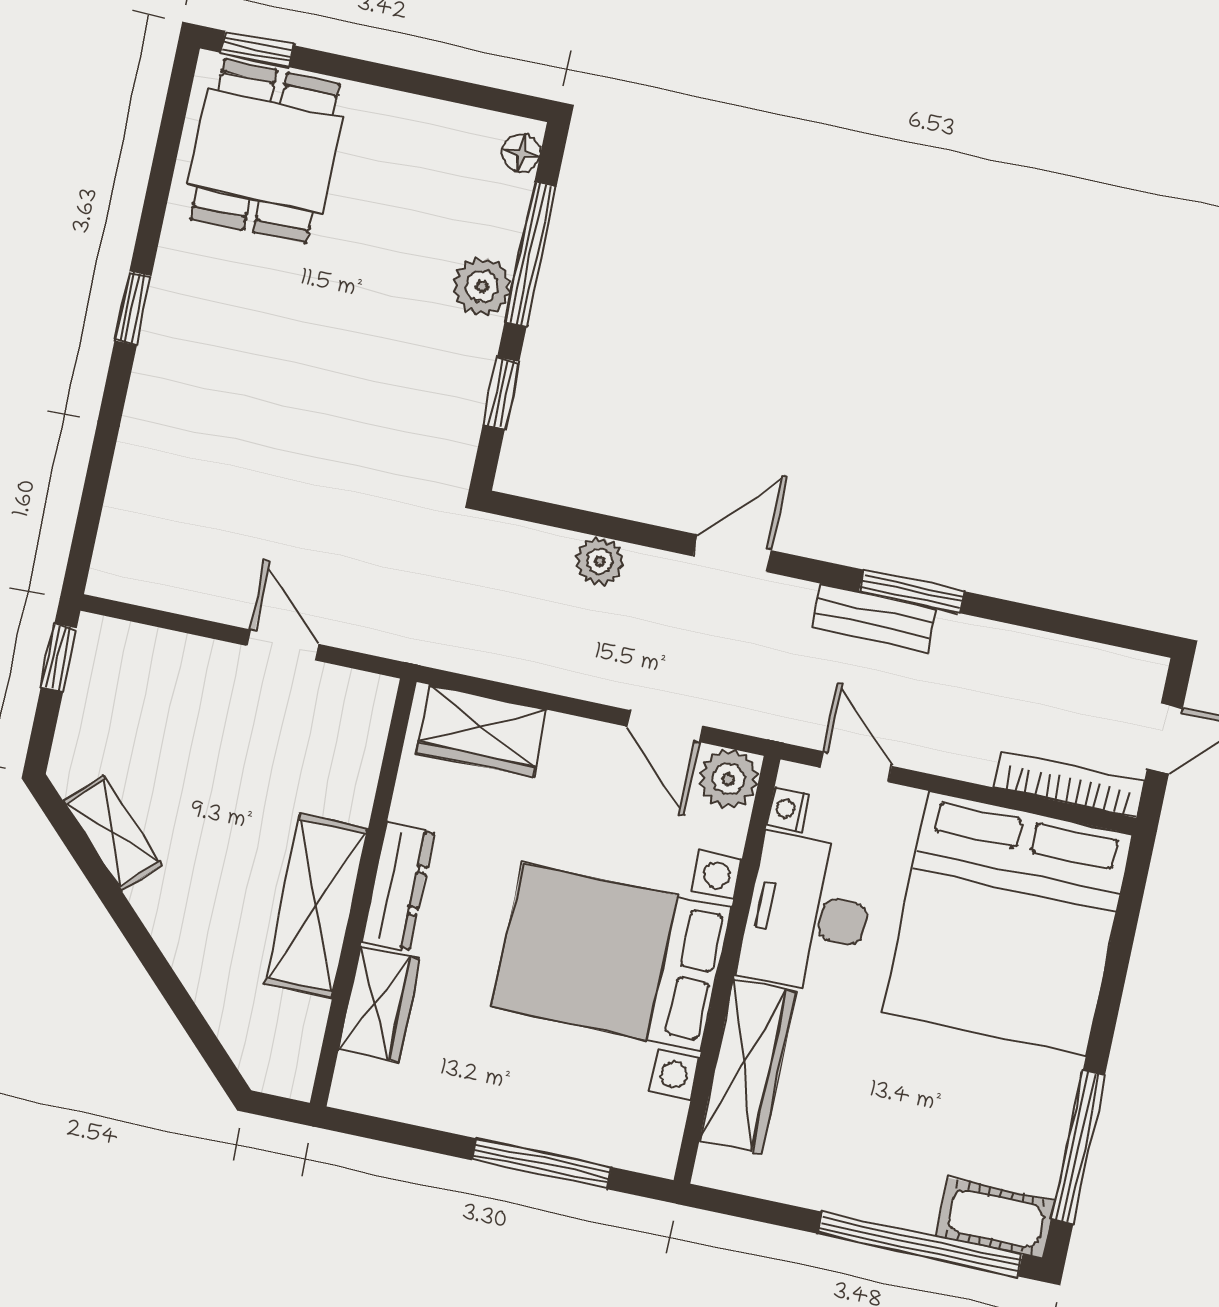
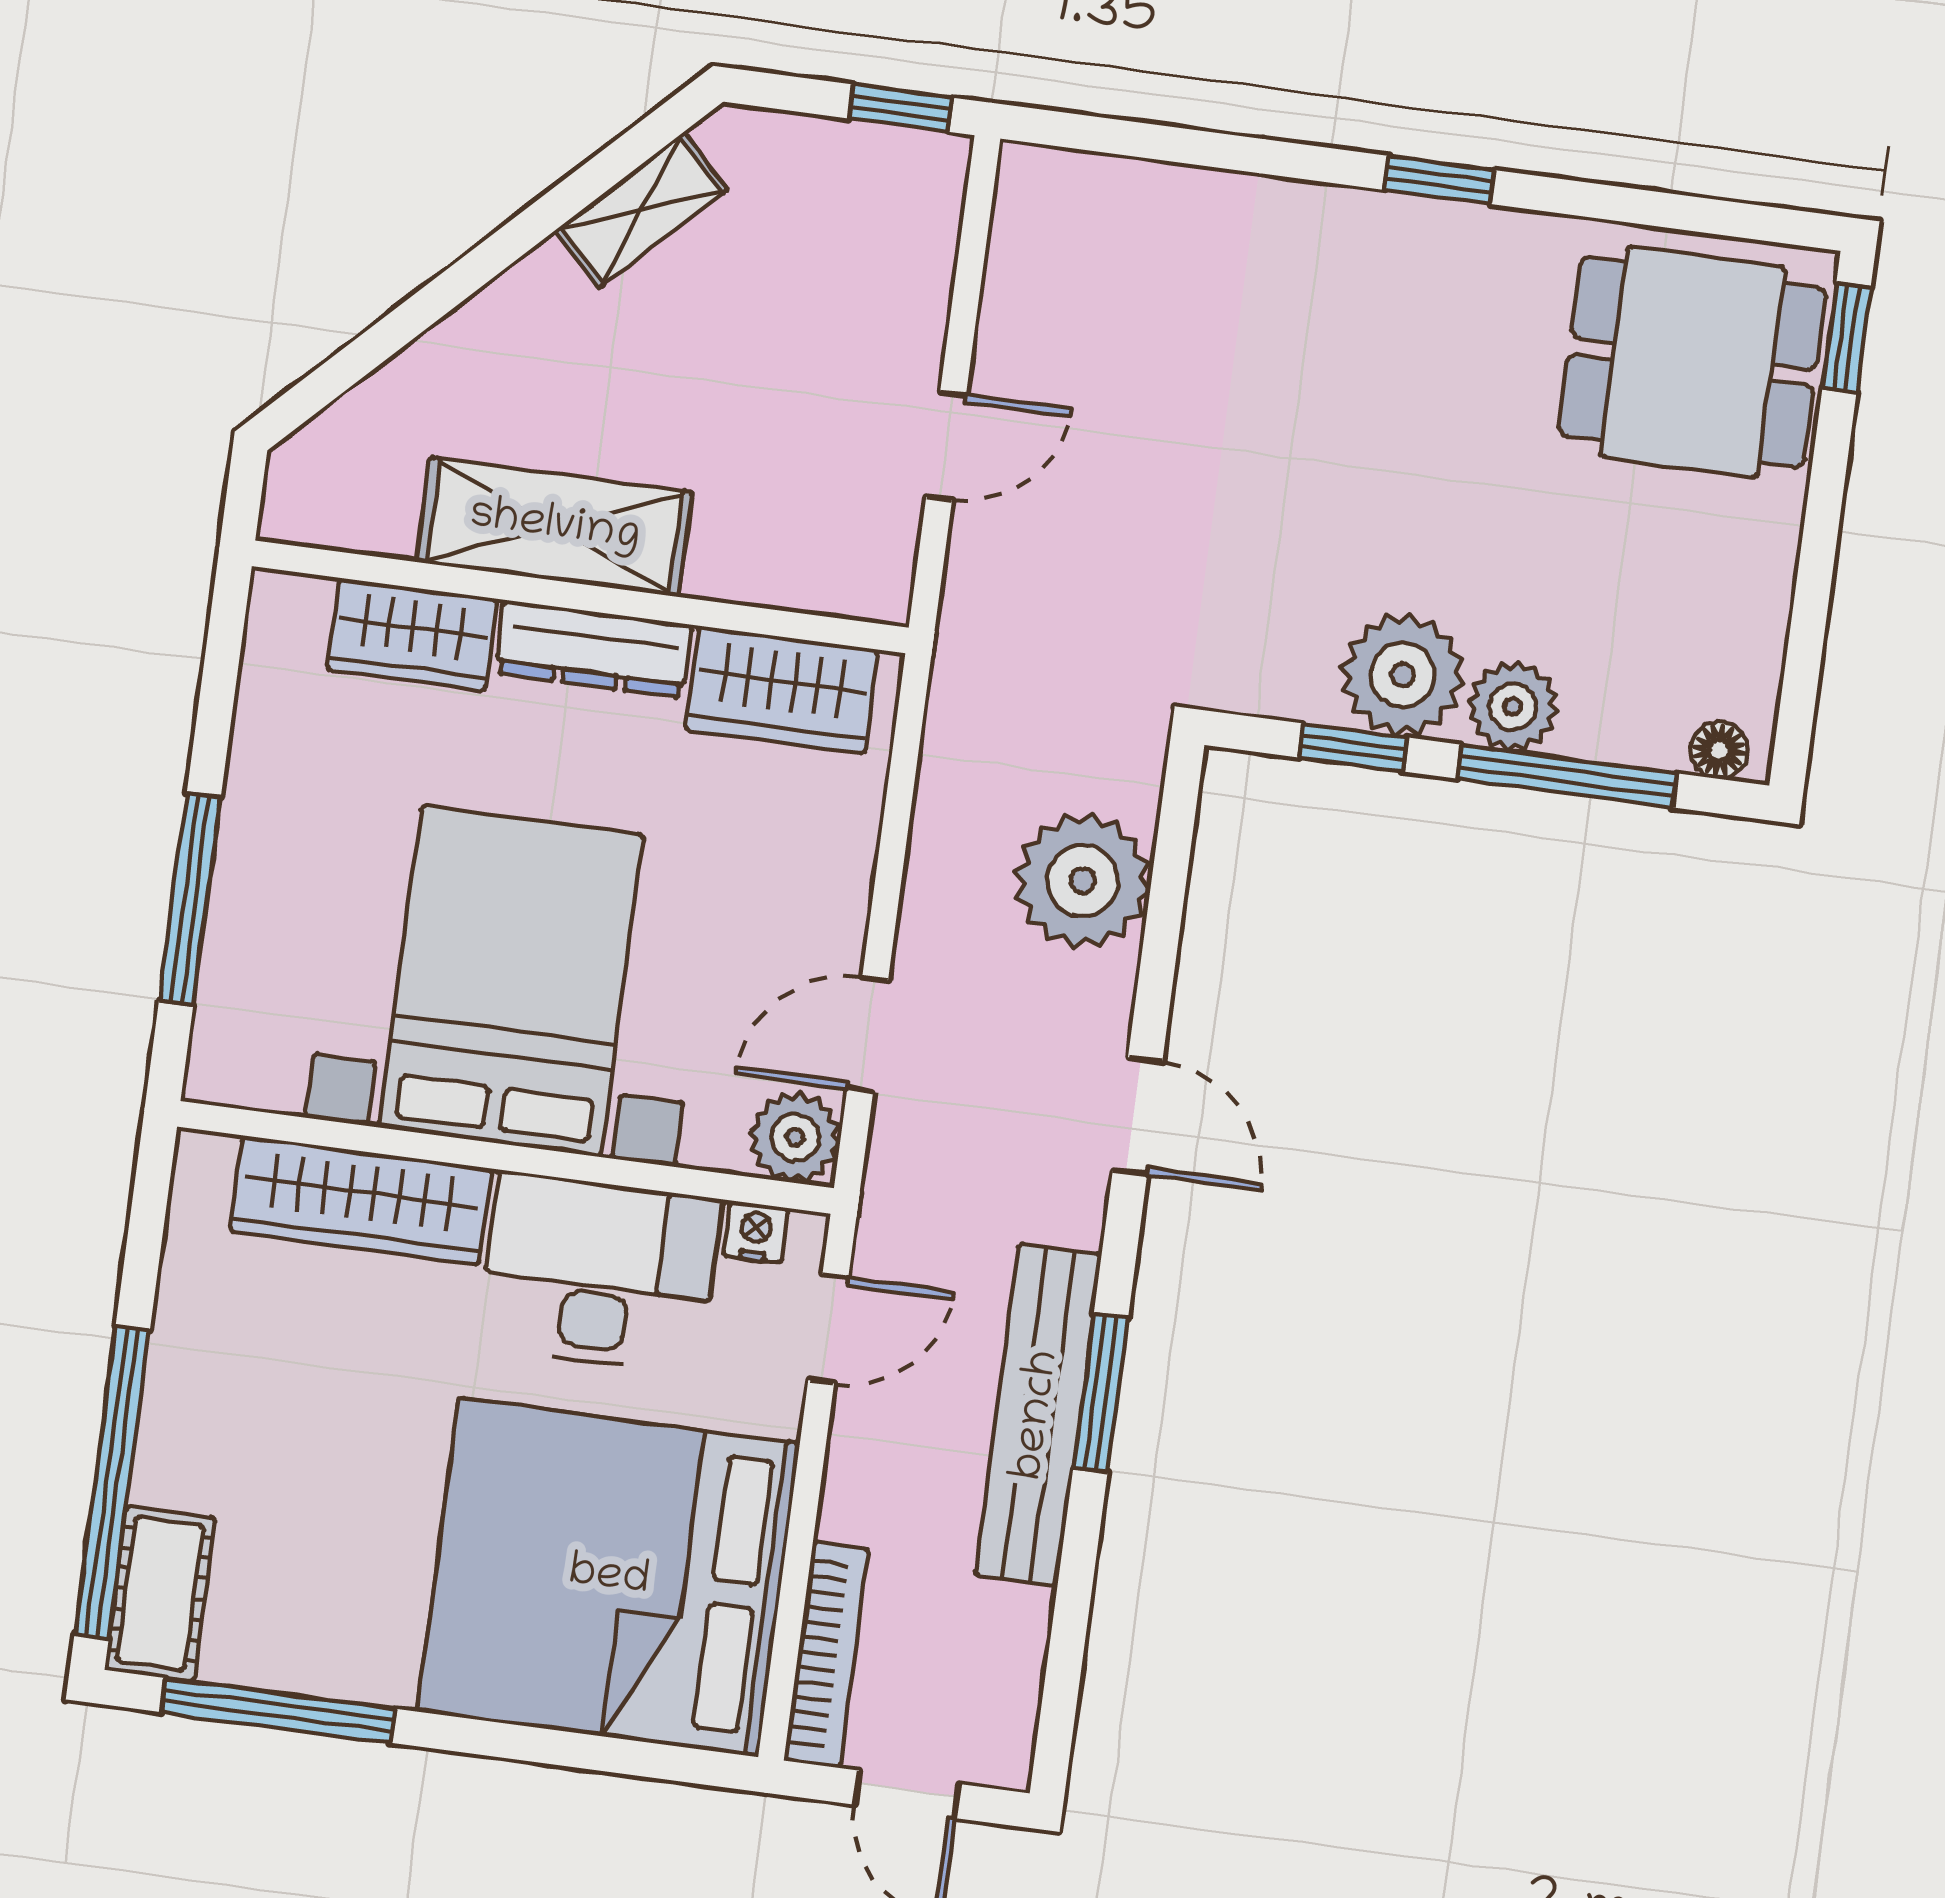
plant: (456, 357) -> (1403, 675), added
plant: (600, 561) -> (1083, 881), width x1.87, depth x1.87
bench: (874, 618) -> (1038, 1415), width x1.86, depth x1.21
wardrobe: (481, 731) -> (782, 690), moved, turned -90

